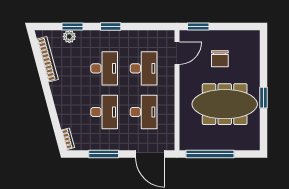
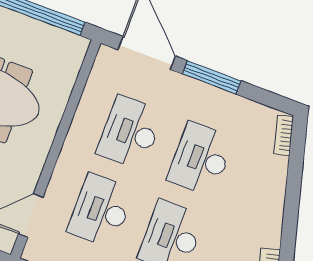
window: (104, 154) -> (212, 77), moved

